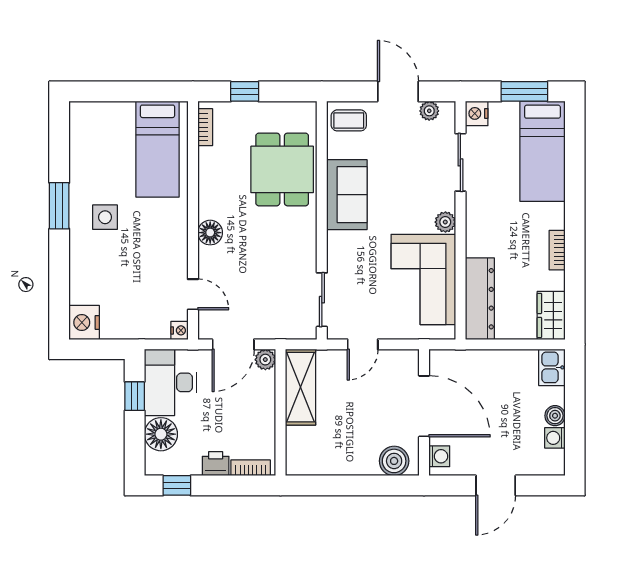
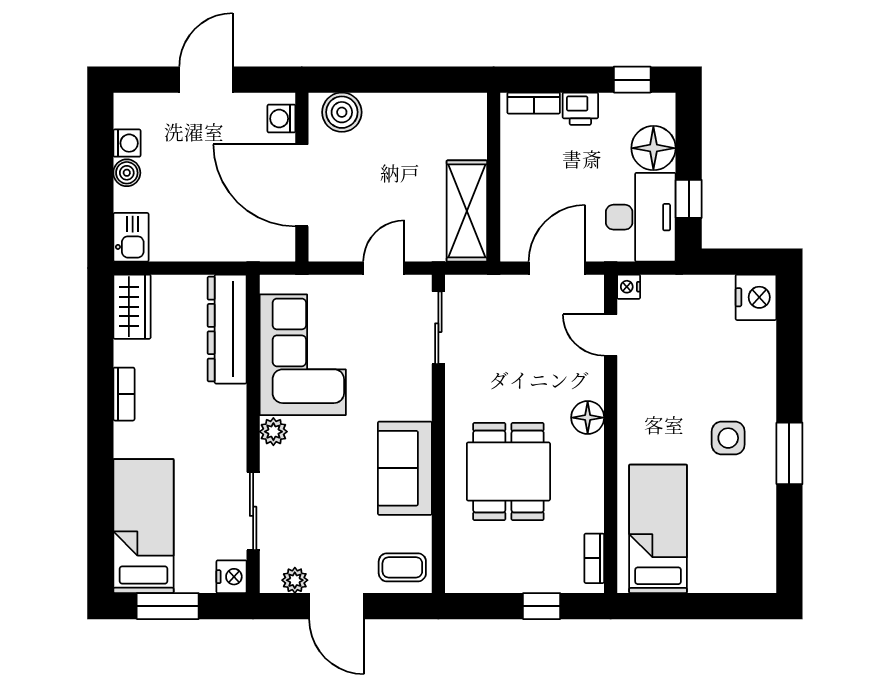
dining table: (282, 169) -> (508, 471), moved
plant: (265, 360) -> (514, 248), removed

